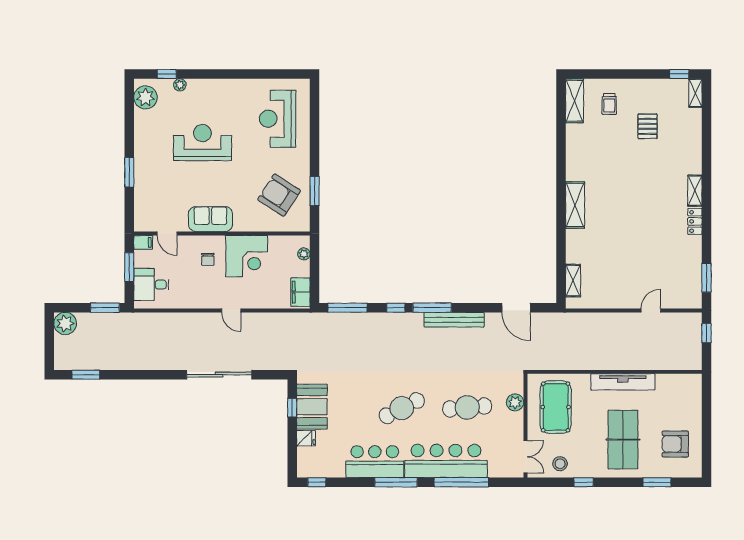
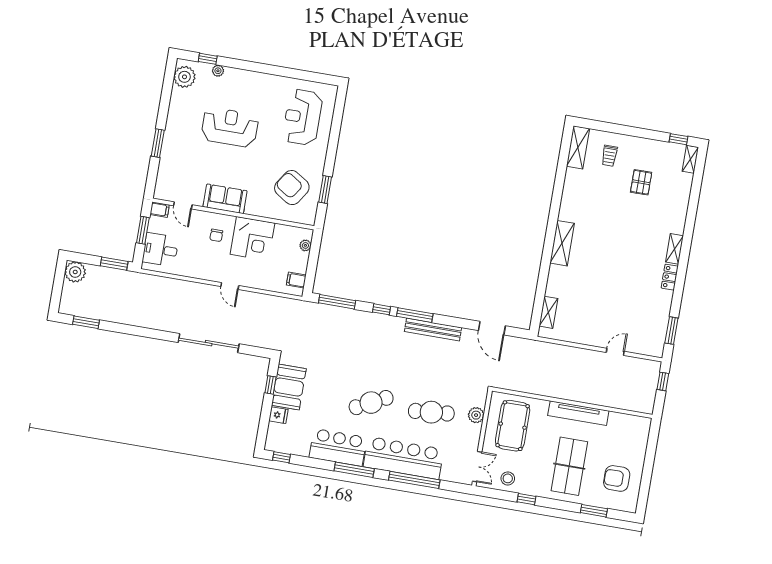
filing cabinet: (300, 292) -> (296, 280), width x0.50

